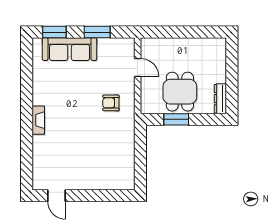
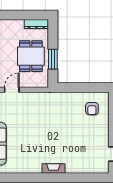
dining table: (180, 92) -> (31, 56), turned 90
armchair: (111, 103) -> (92, 109), moved

